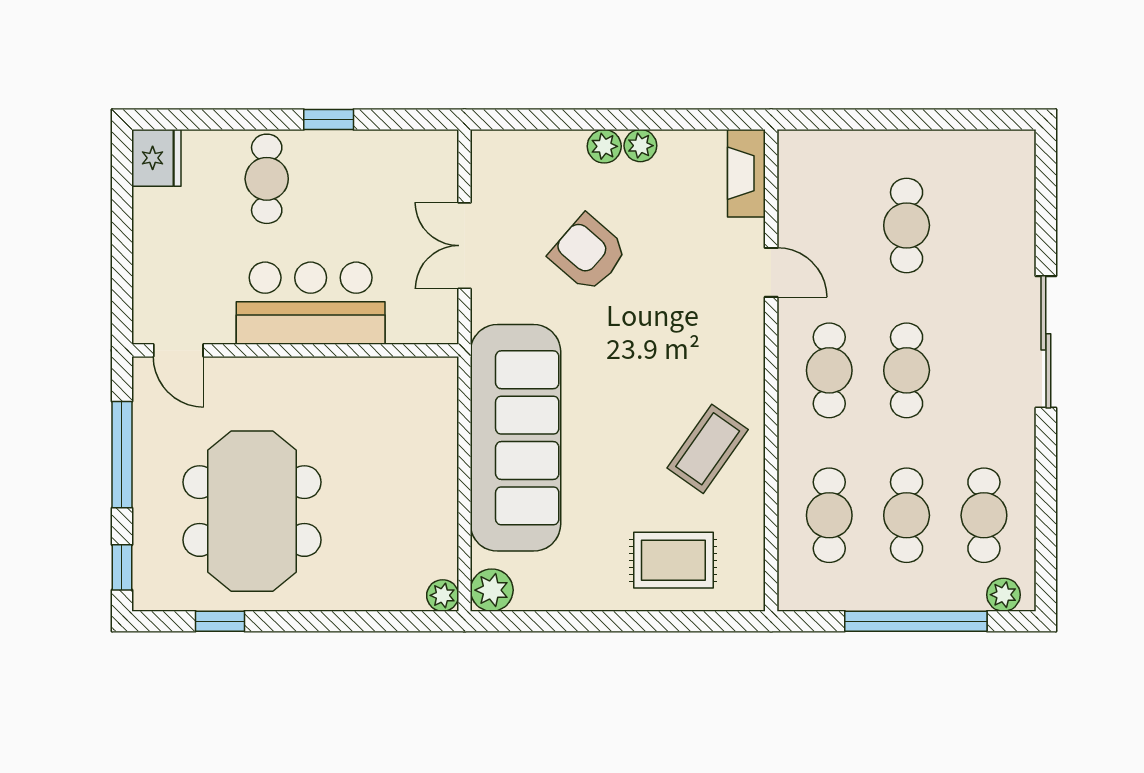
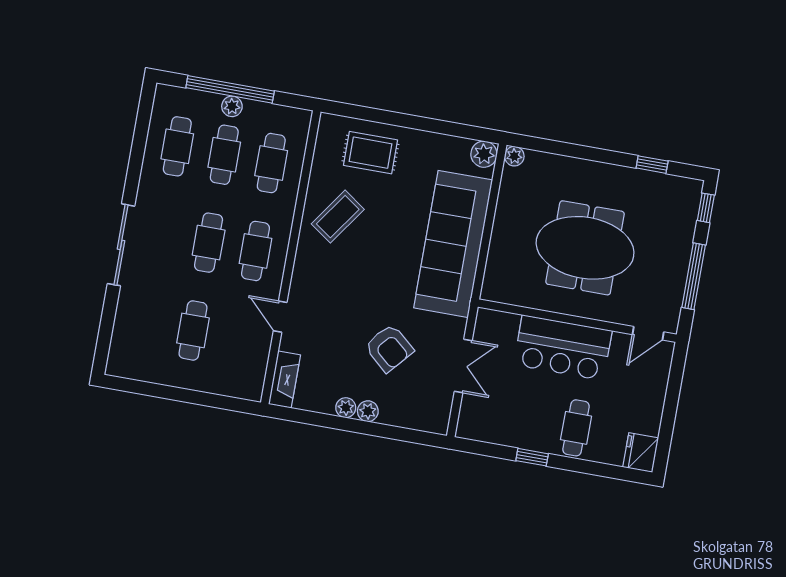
door: (178, 350) -> (648, 333), swing flipped
meeting table: (252, 511) -> (585, 248), moved, turned 90
plant: (1004, 595) -> (232, 106), moved

